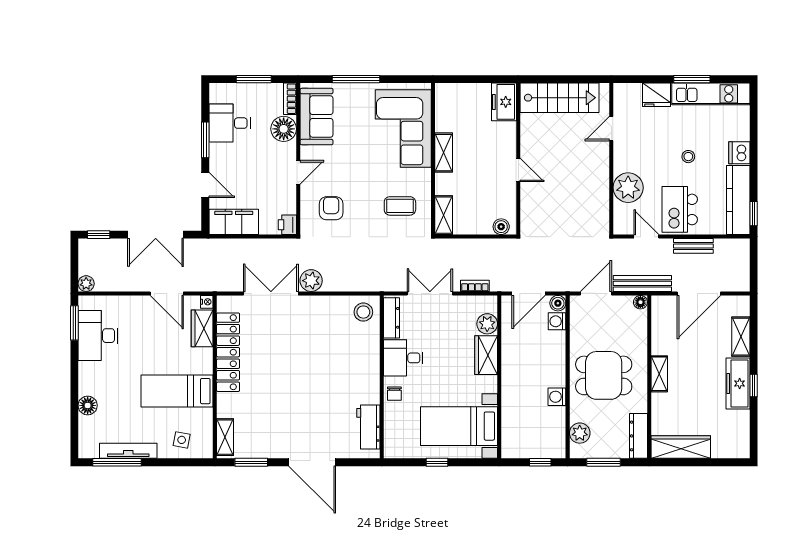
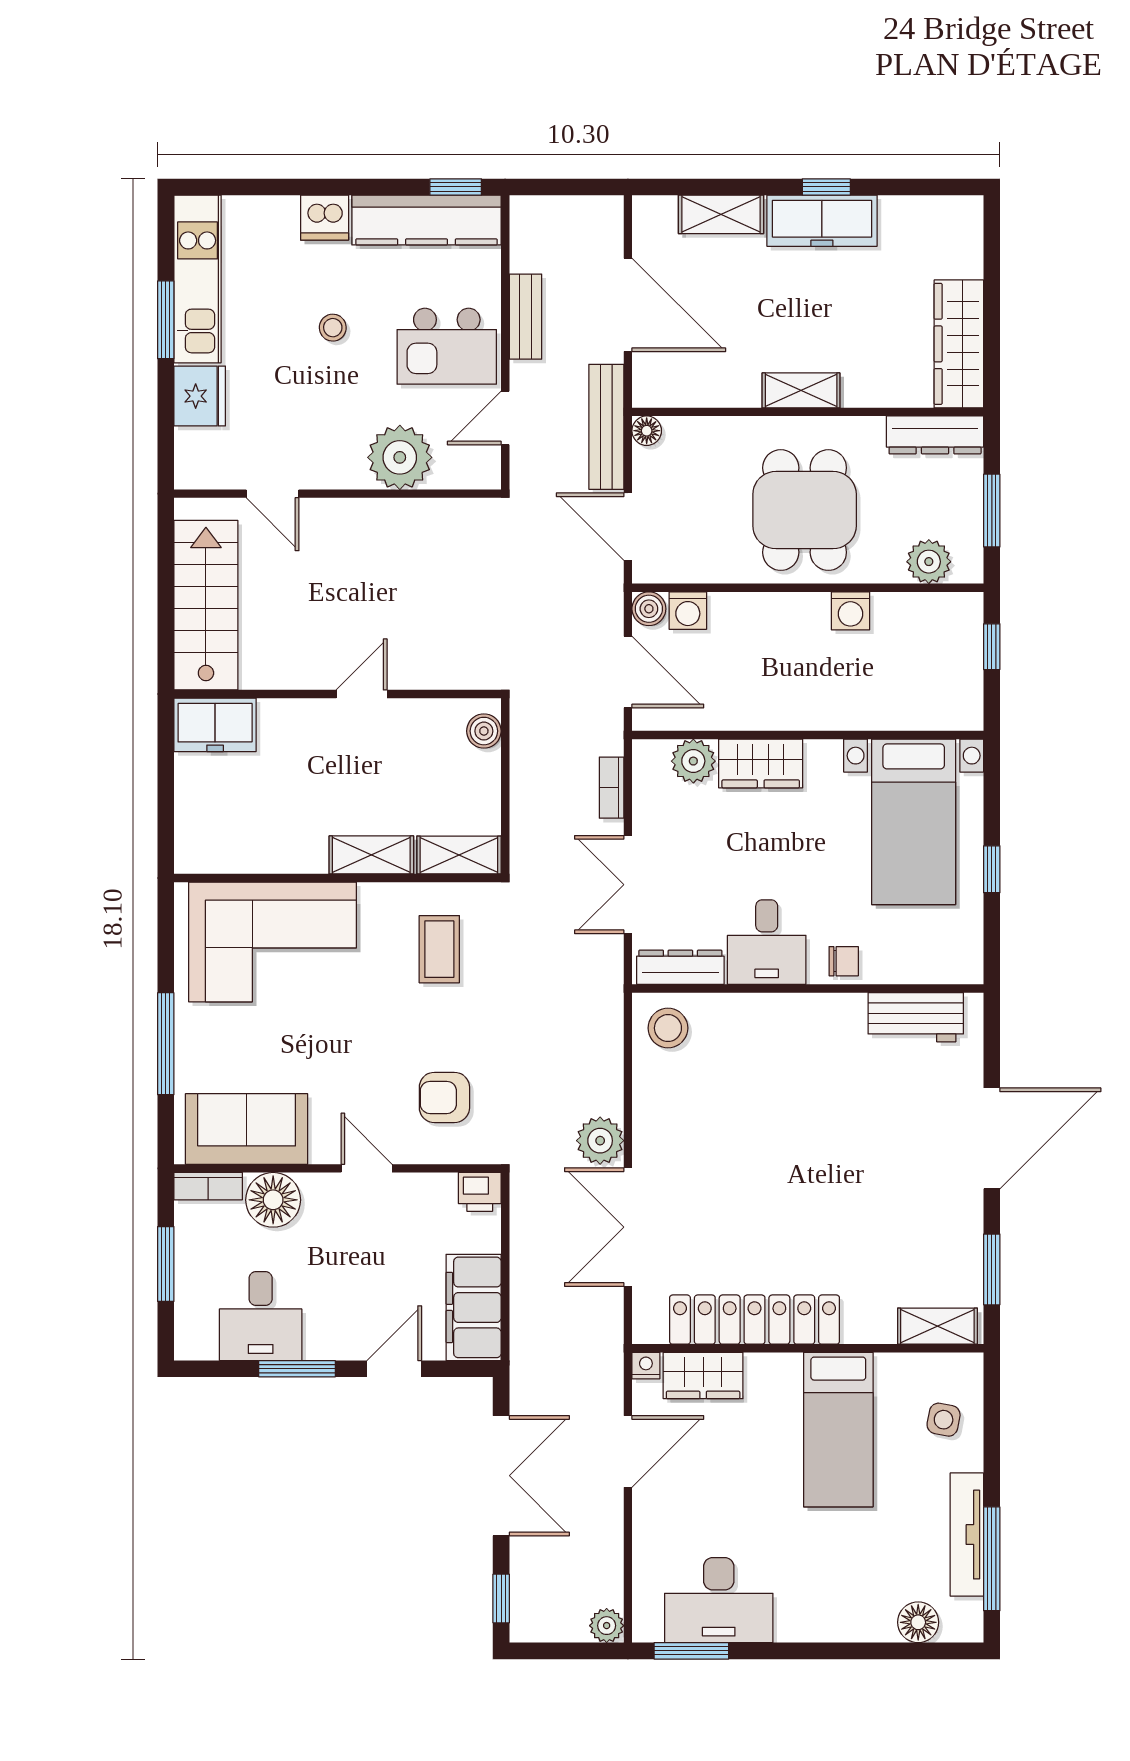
shelving: (444, 153) -> (371, 855), moved
floor lamp: (88, 405) -> (918, 1622), moved

